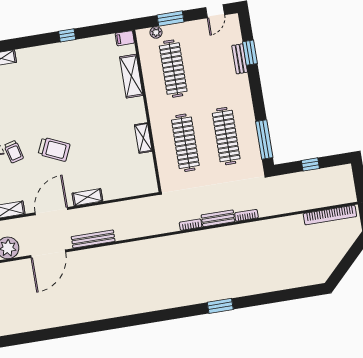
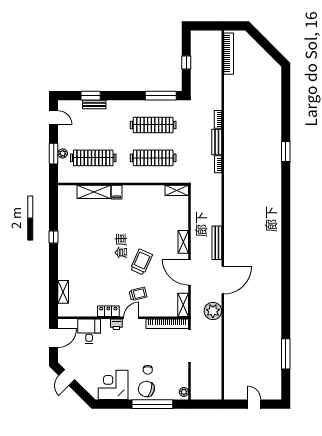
plant: (156, 32) -> (63, 153), moved
filing cabinet: (125, 38) -> (117, 192), moved
shelving: (143, 138) -> (177, 190), moved
door: (48, 254) -> (223, 280), hinge flipped

